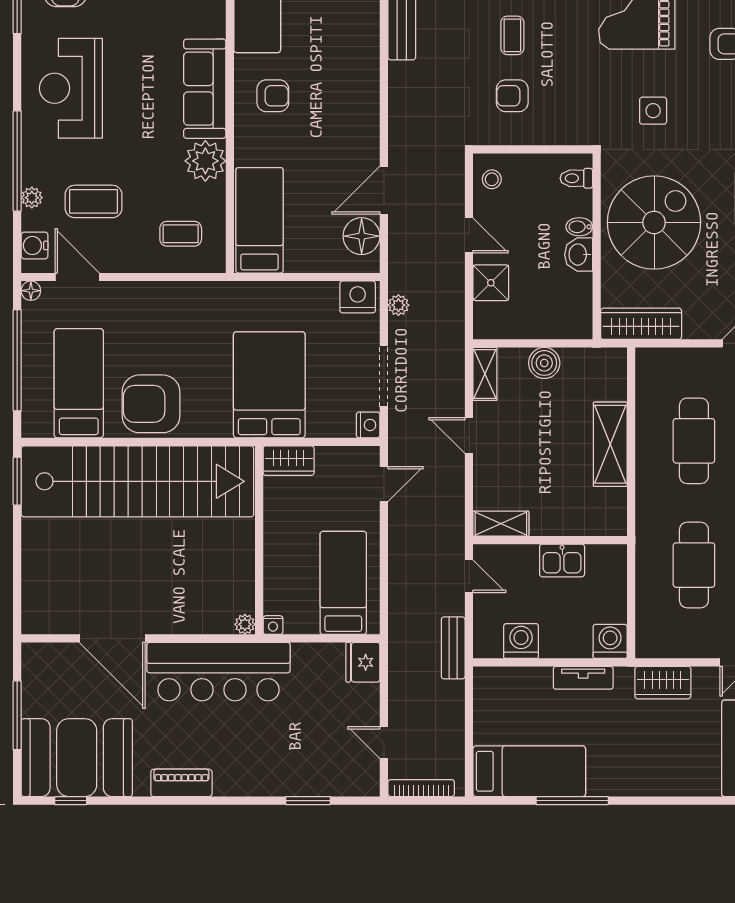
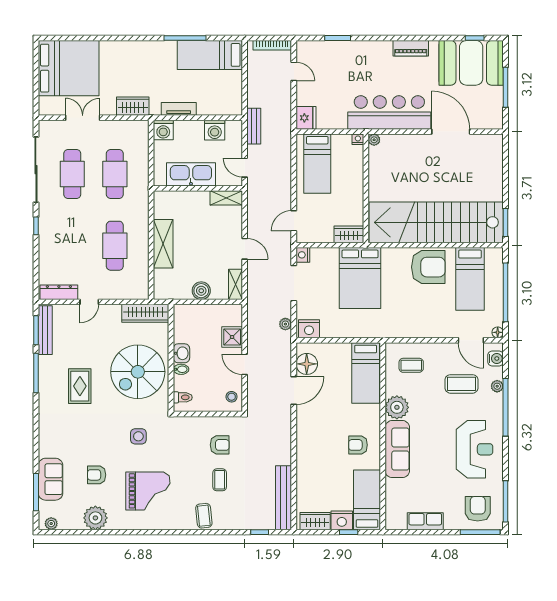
kitchen sink: (562, 560) -> (191, 174), width x1.88, depth x1.24

